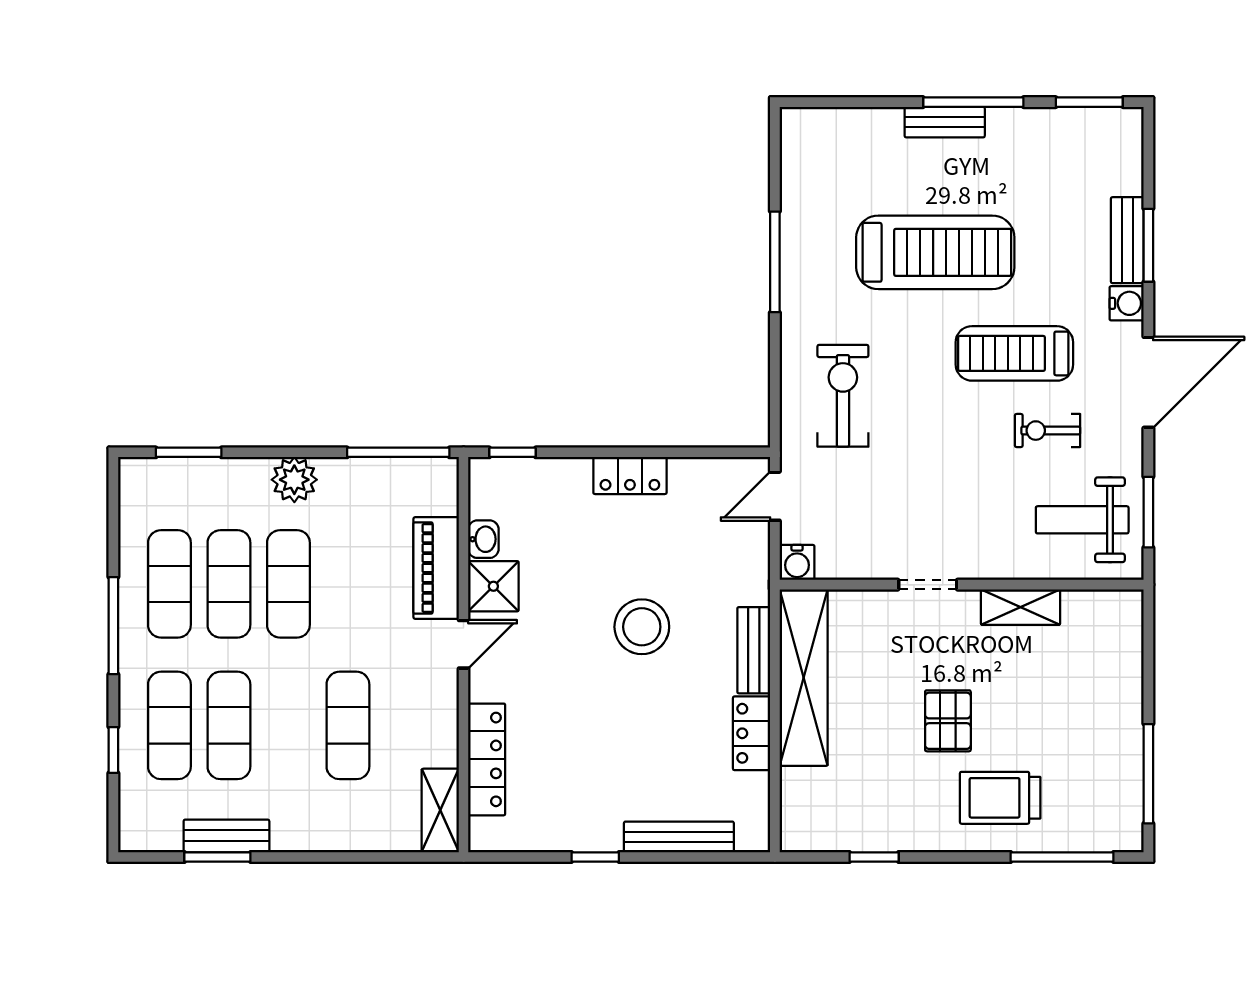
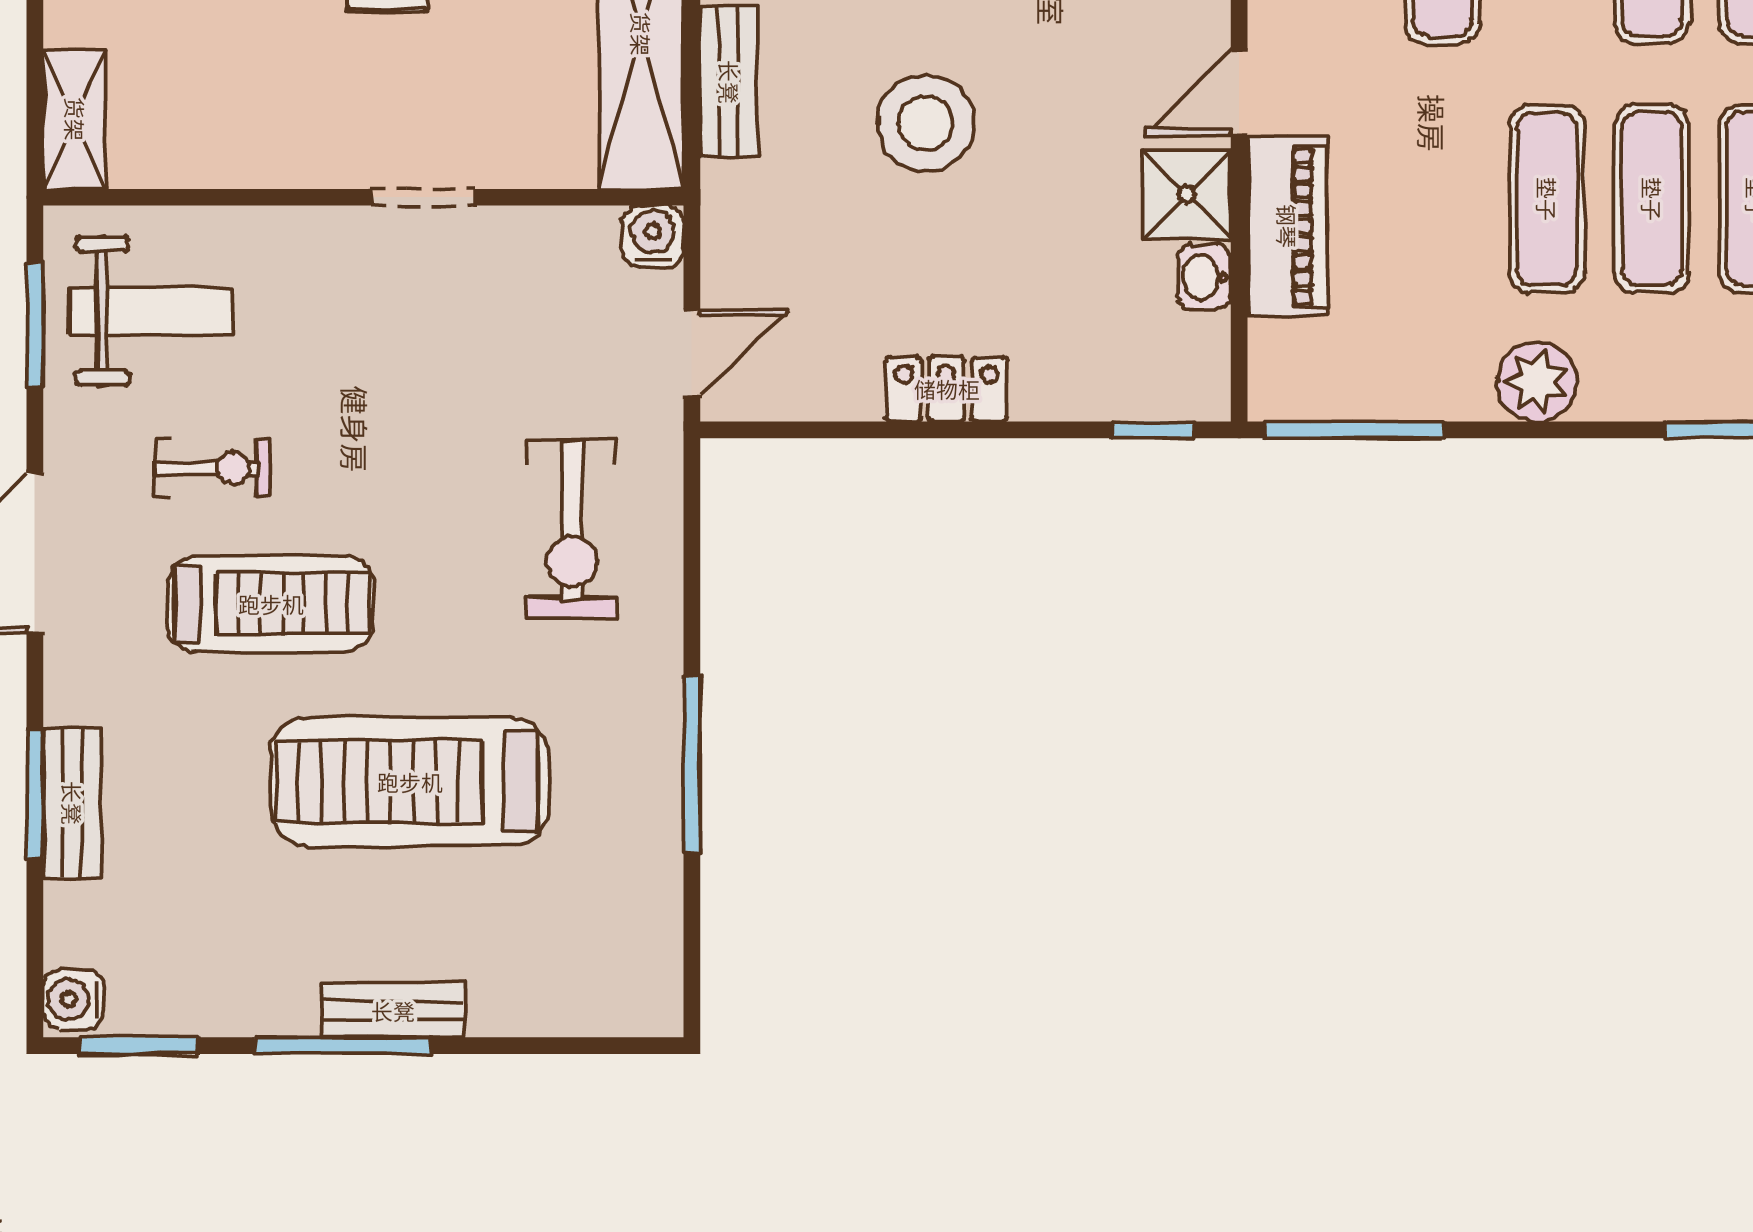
water cooler: (1127, 303) -> (73, 999), moved
shelving: (1021, 607) -> (75, 119), moved, turned 90

